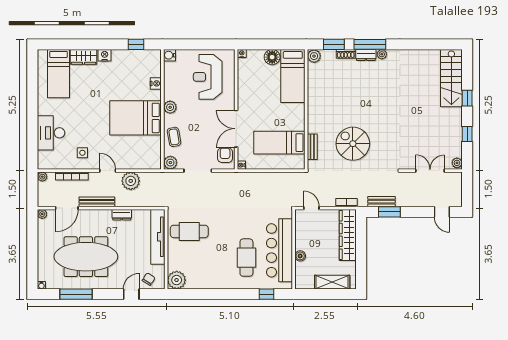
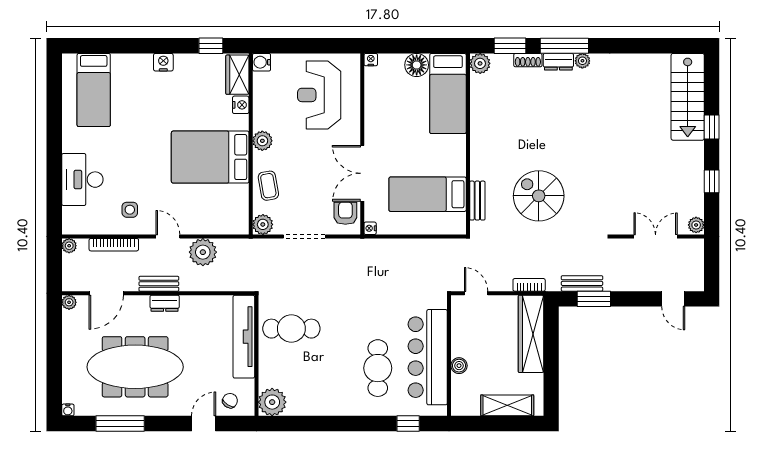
wardrobe: (84, 57) -> (237, 75), moved, turned 90
bench: (97, 202) -> (159, 284), width x0.73
dresser: (122, 215) -> (165, 303), moved

